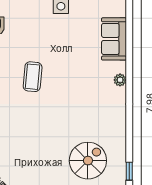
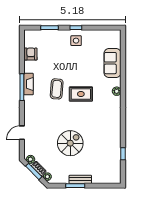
rug: (68, 84) -> (81, 94), added
spiral stairs: (88, 161) -> (70, 143), moved

